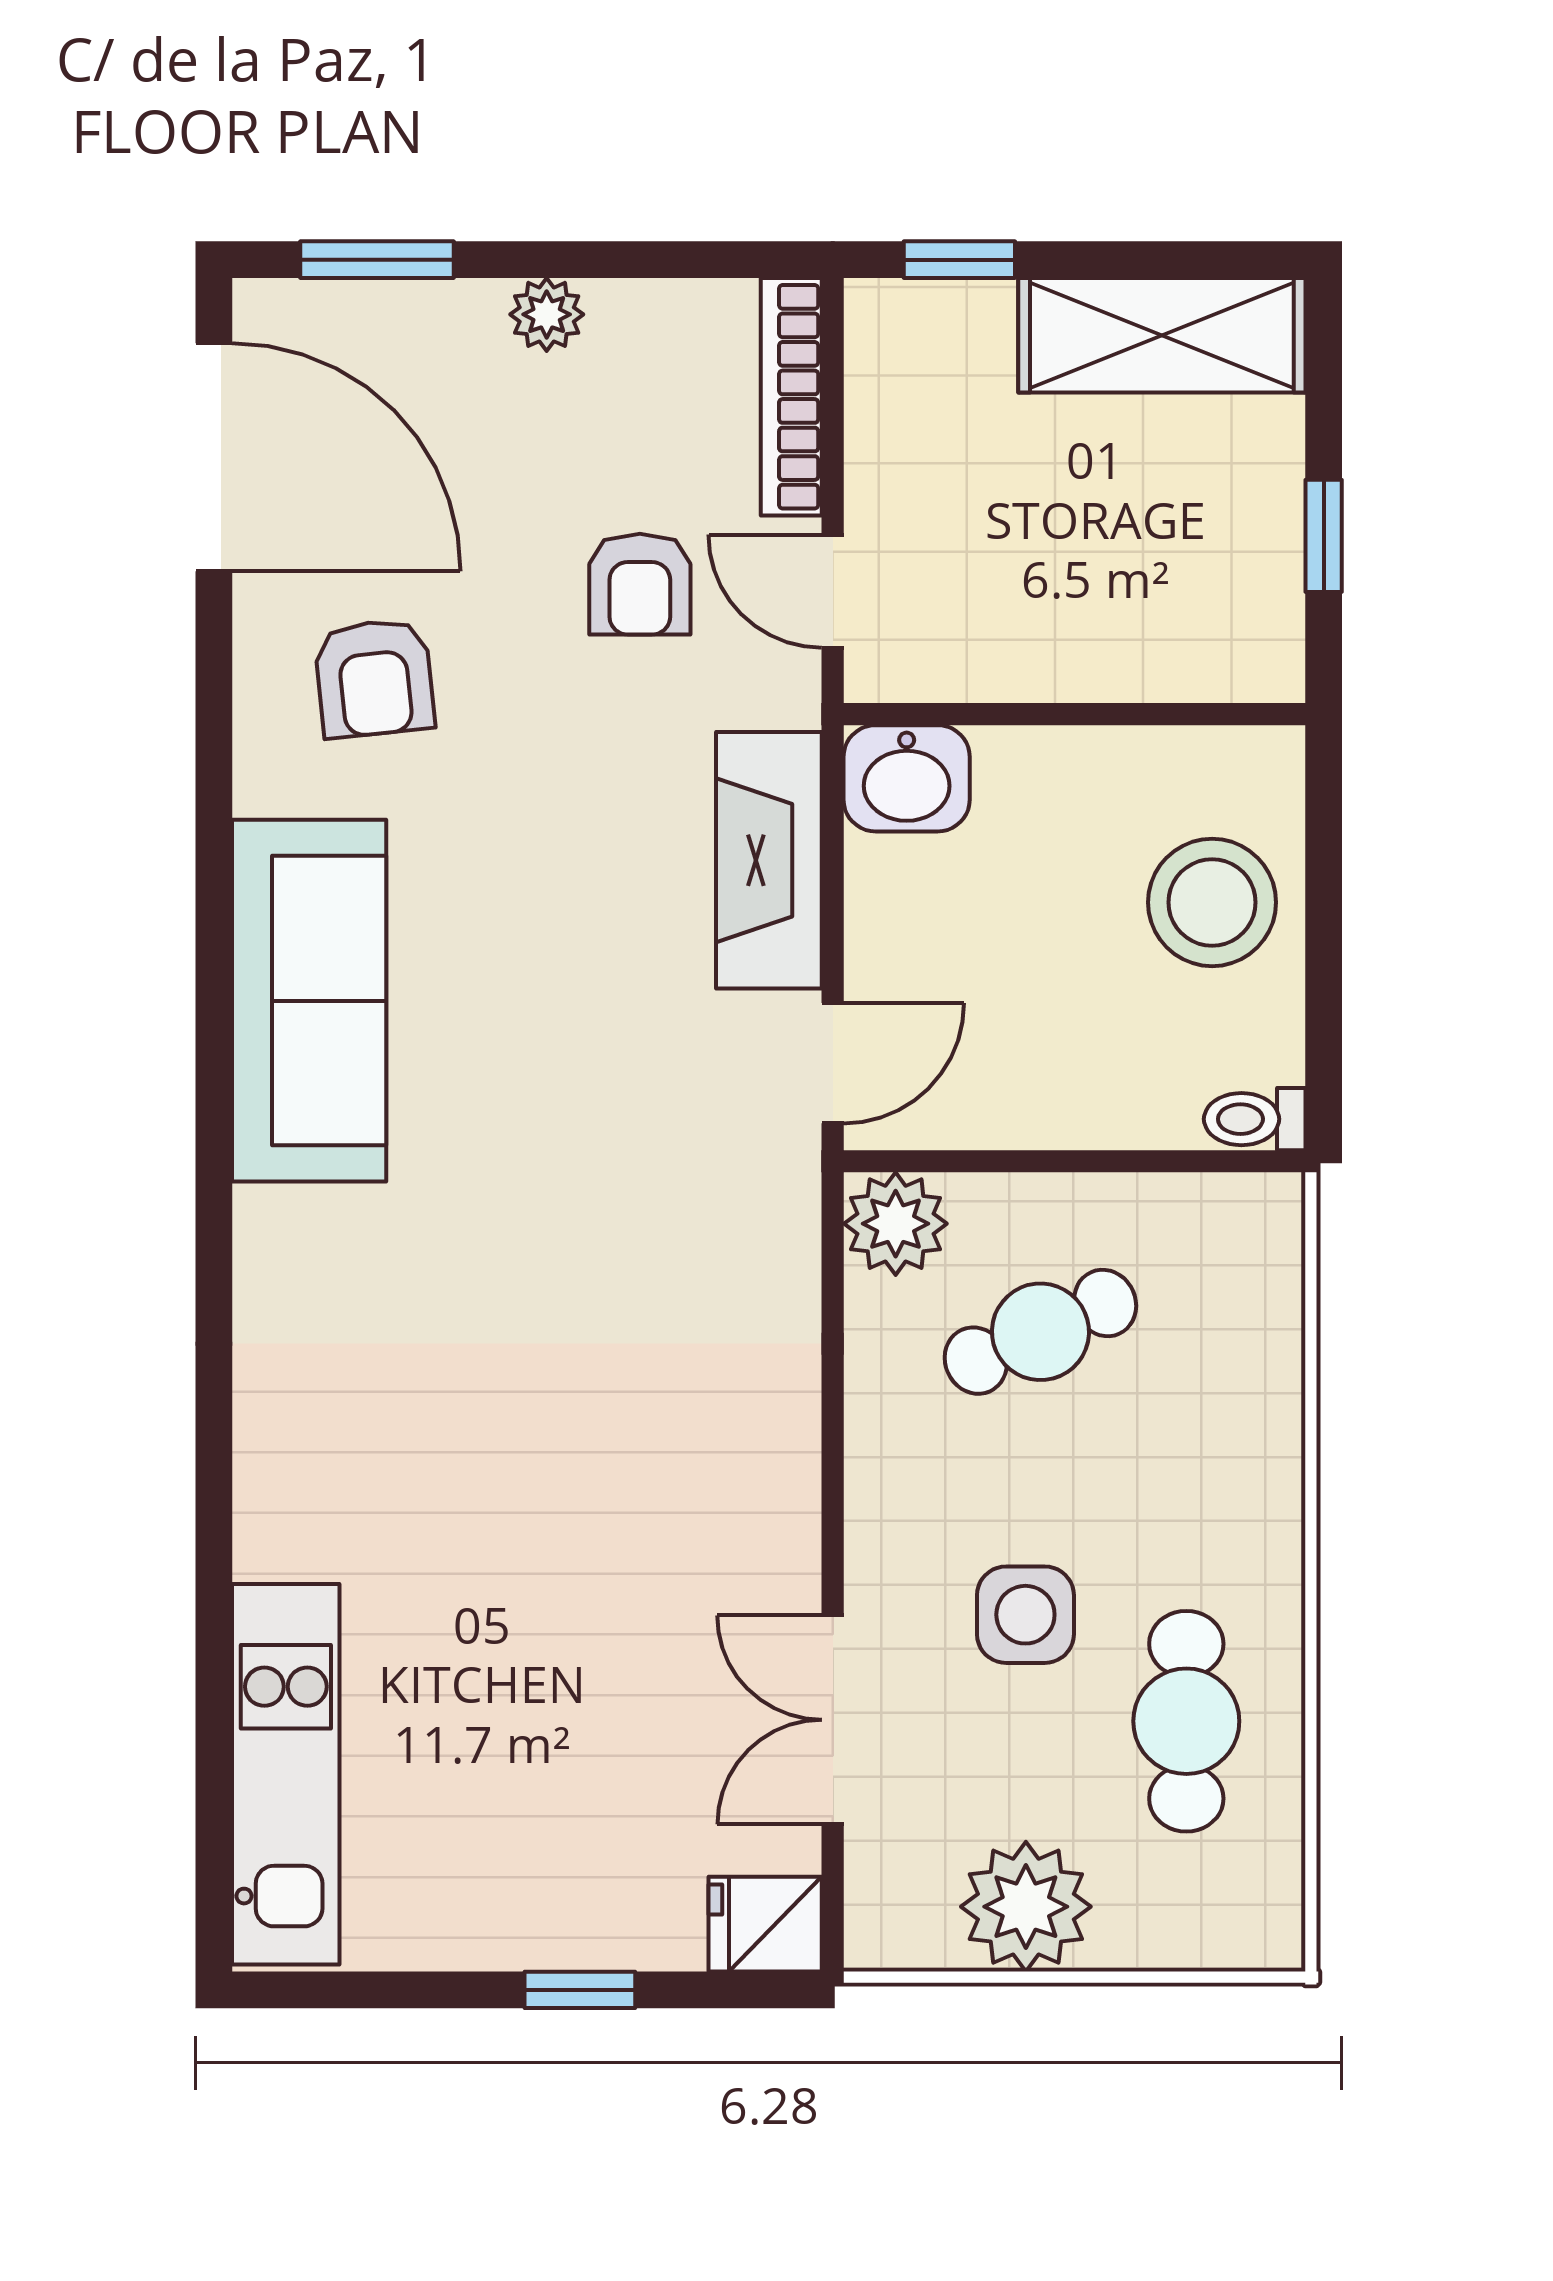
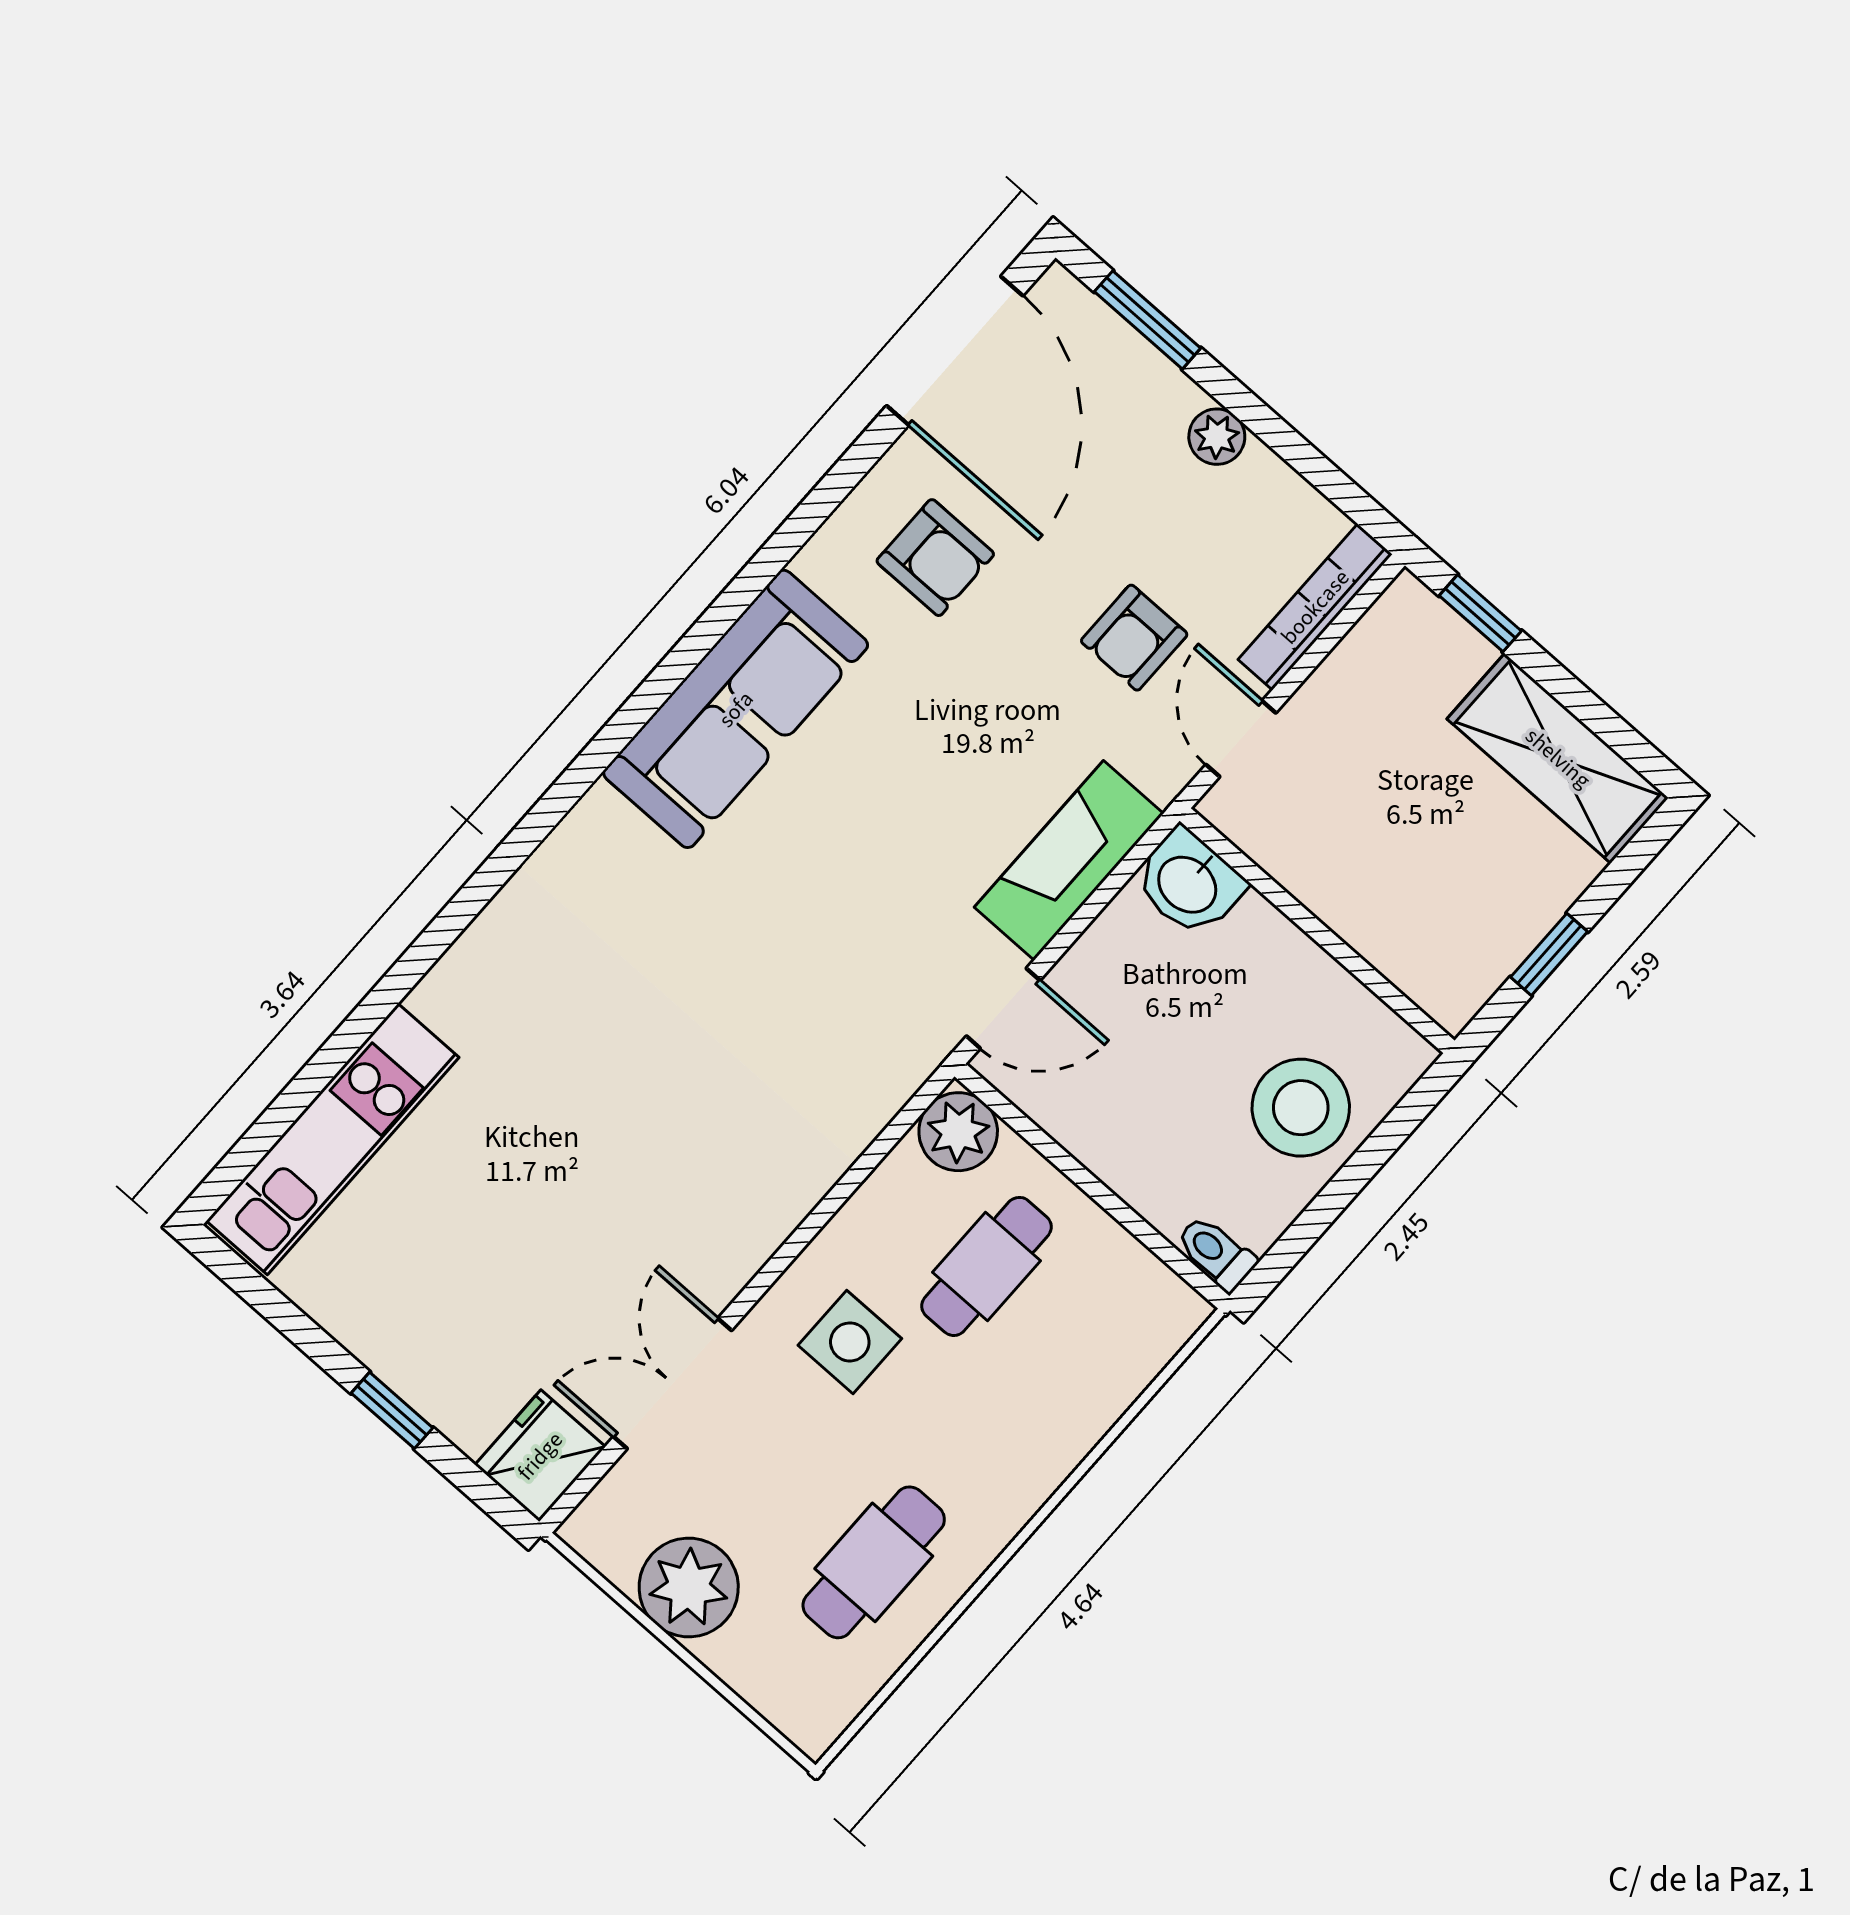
armchair: (374, 678) -> (935, 558), turned -84
cafe table: (1040, 1332) -> (987, 1266), turned -66
side table: (1025, 1615) -> (850, 1342), moved
fridge: (765, 1924) -> (540, 1456), width x1.38

